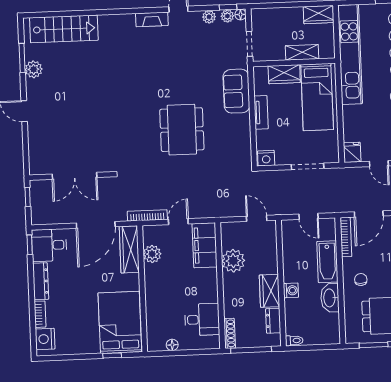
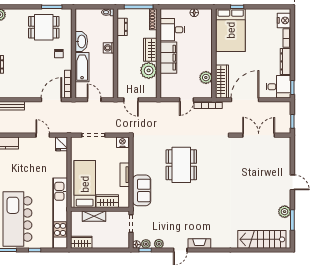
filing cabinet: (205, 245) -> (168, 58), moved
wardrobe: (270, 291) -> (150, 50), moved, turned 180

